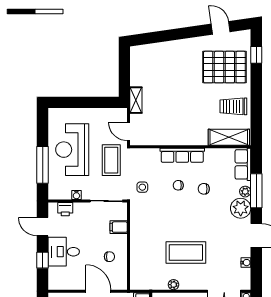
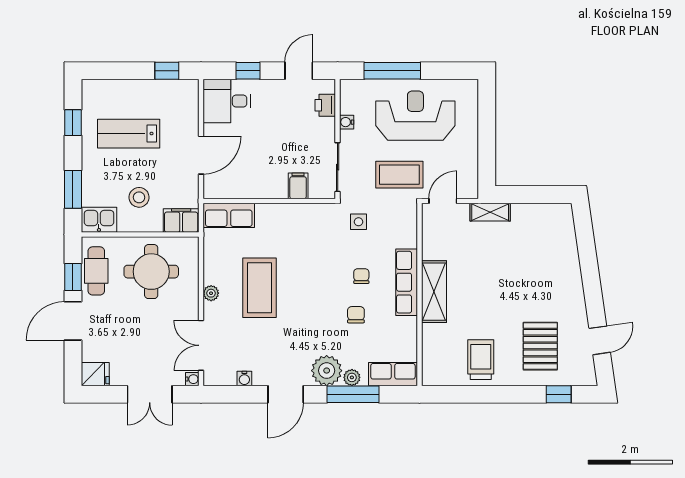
pallet: (224, 67) -> (540, 346), width x0.73, depth x0.71
shelving: (229, 137) -> (434, 292), moved
desk: (64, 252) -> (227, 101), moved, turned -90
chair: (109, 257) -> (253, 172), removed
row of seats: (138, 273) -> (229, 215), added
plant: (174, 285) -> (211, 293), moved

